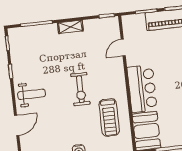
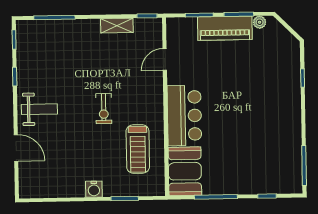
shelving: (70, 27) -> (117, 26), moved
exercise bike: (80, 89) -> (104, 109), width x0.73, depth x0.72
door: (17, 125) -> (16, 148), hinge flipped

